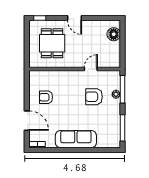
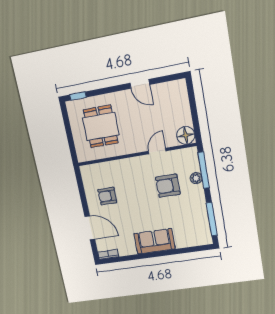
door: (74, 18) -> (140, 84), moved
floor lamp: (114, 34) -> (186, 135), moved
sofa: (76, 139) -> (155, 241), width x0.73

